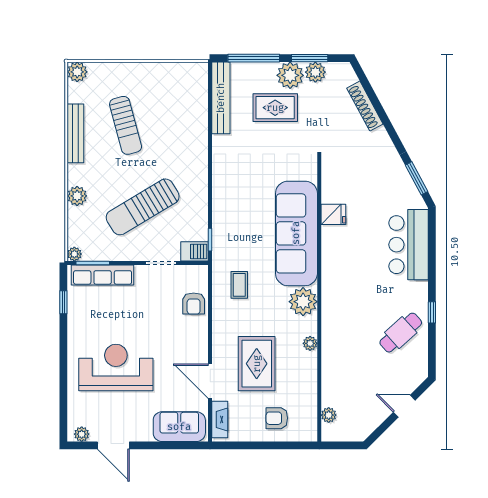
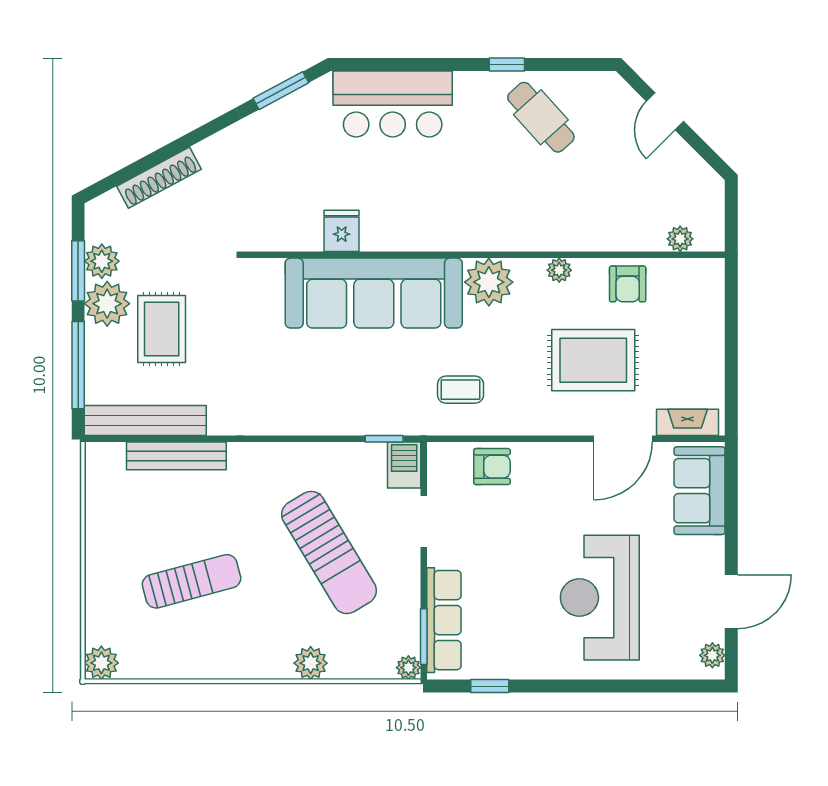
bench: (75, 133) -> (176, 456), moved
armchair: (277, 418) -> (628, 284), moved

